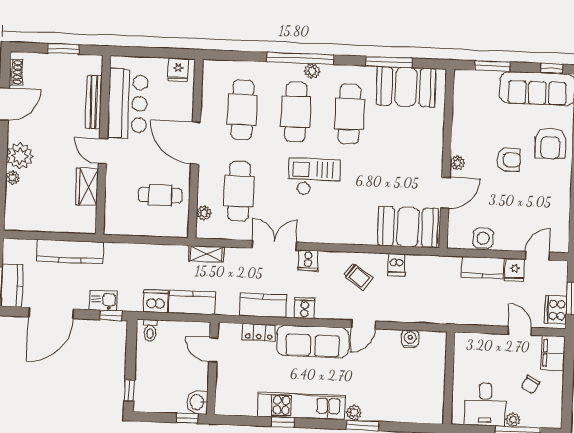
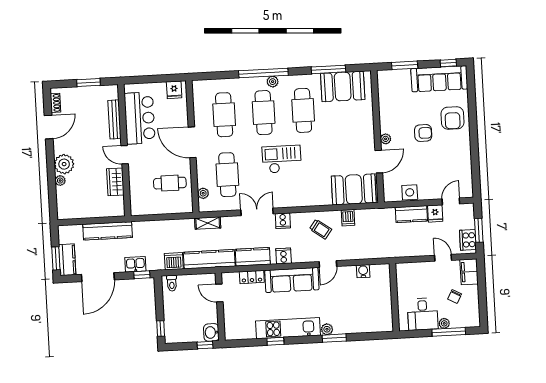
kitchen counter: (192, 302) -> (209, 259), width x1.50

